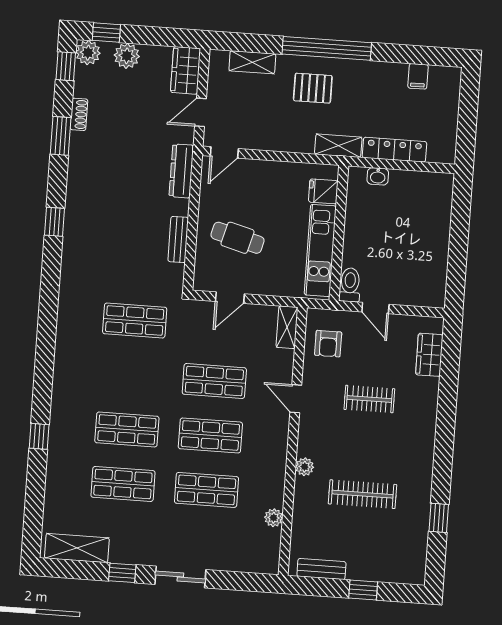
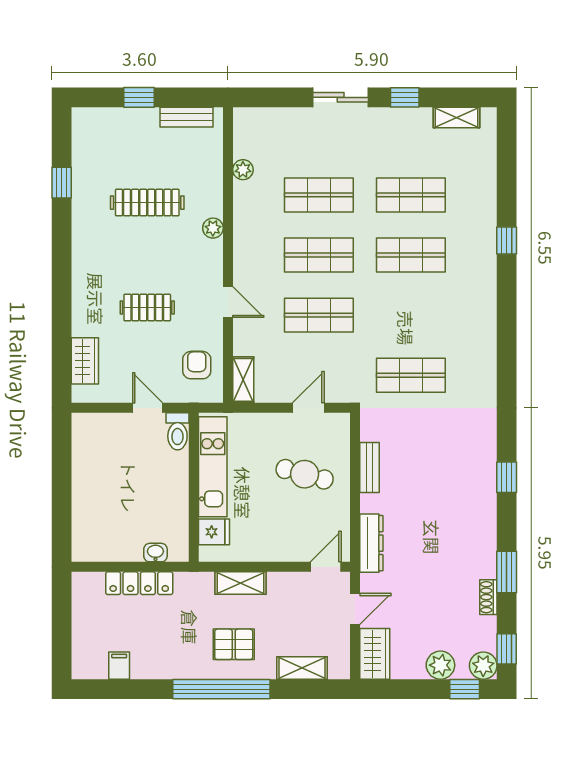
shelving: (338, 146) -> (240, 583), moved
shelving: (77, 548) -> (456, 118), width x0.67, depth x0.75

